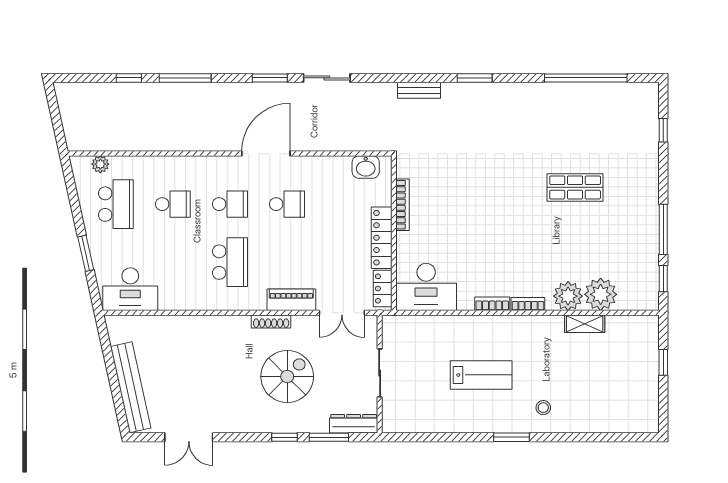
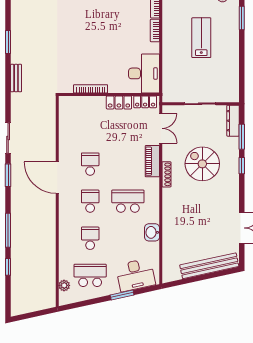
washbasin: (366, 167) -> (152, 232), moved, turned 180
locker: (382, 238) -> (119, 102), width x0.66
desk: (130, 289) -> (135, 275), moved, turned 78

